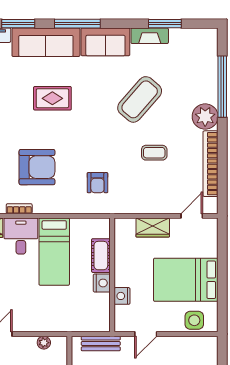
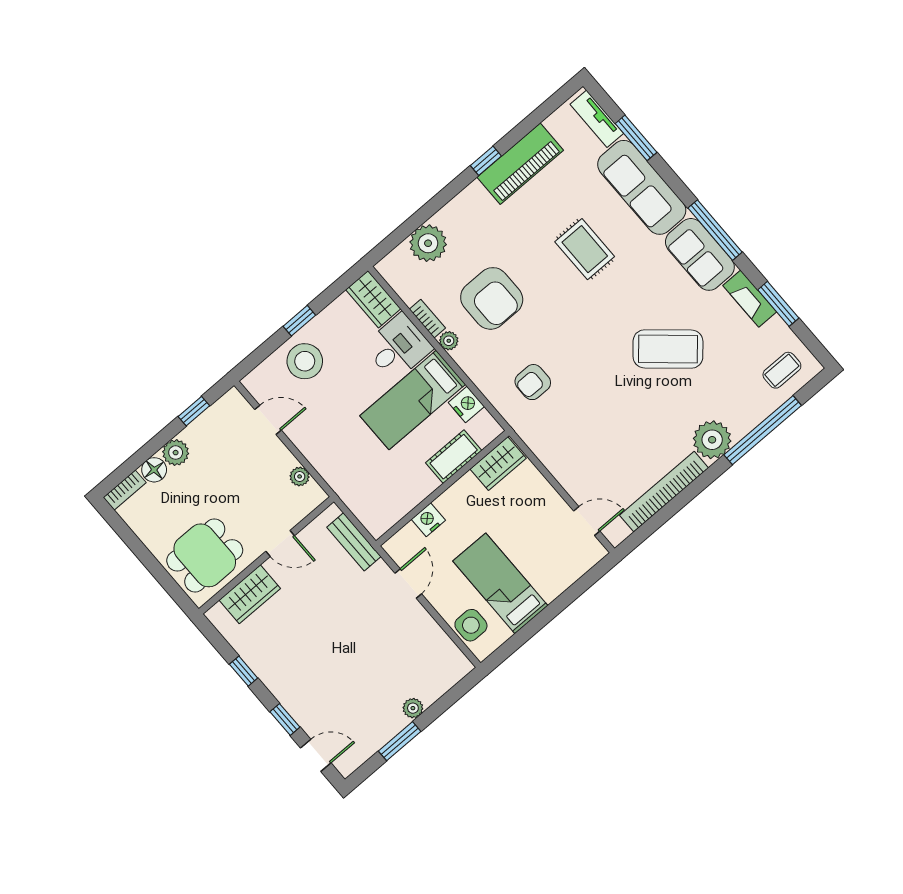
window: (77, 24) -> (715, 230), moved
coffee table: (154, 153) -> (782, 370), moved, turned 90
plant: (40, 207) -> (449, 341), added
wardrobe: (153, 228) -> (498, 464), moved, turned -90
bed: (186, 280) -> (500, 583), width x0.67
nightstand: (102, 283) -> (466, 404), moved, turned -90
door: (146, 334) -> (408, 584), swing flipped

